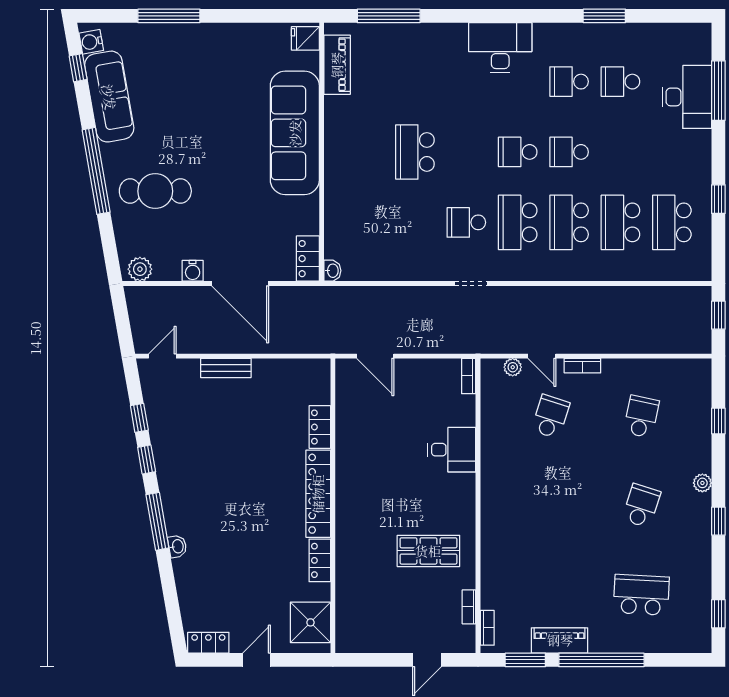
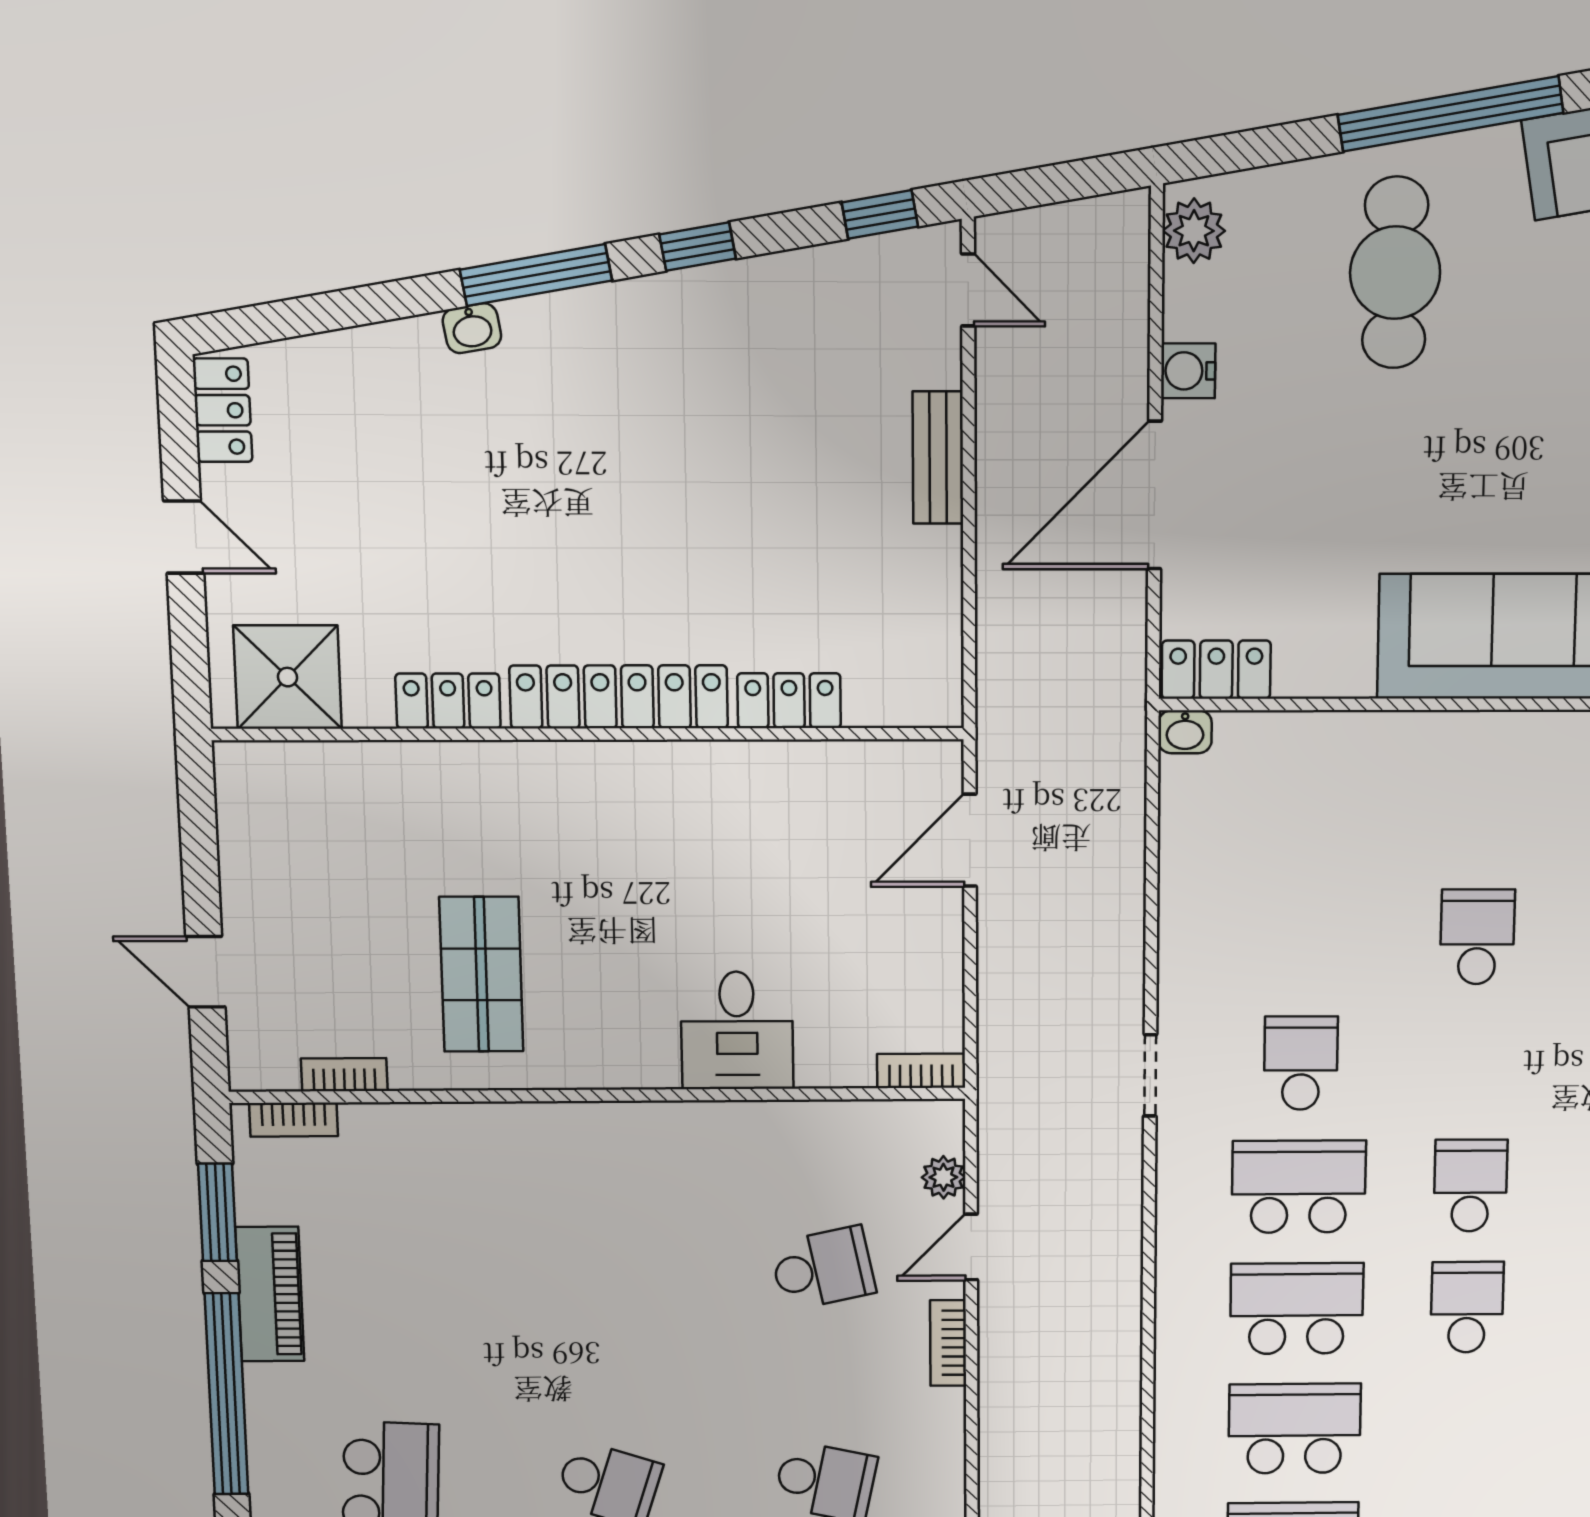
school desk: (415, 152) -> (1477, 937), width x0.54
school desk: (551, 417) -> (823, 1268), turned -30
window: (139, 418) -> (880, 214), moved

